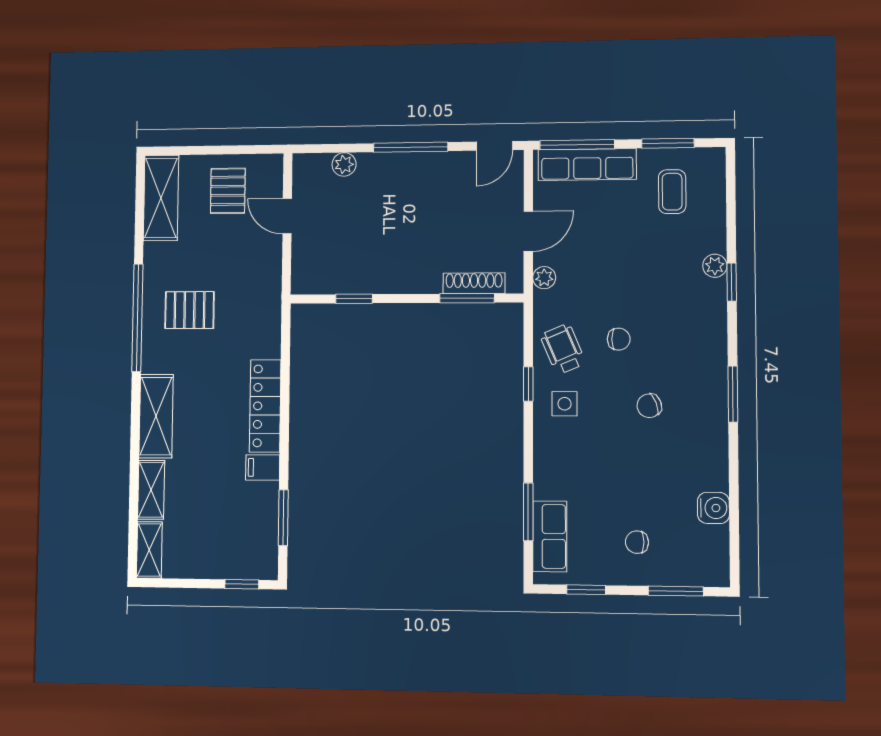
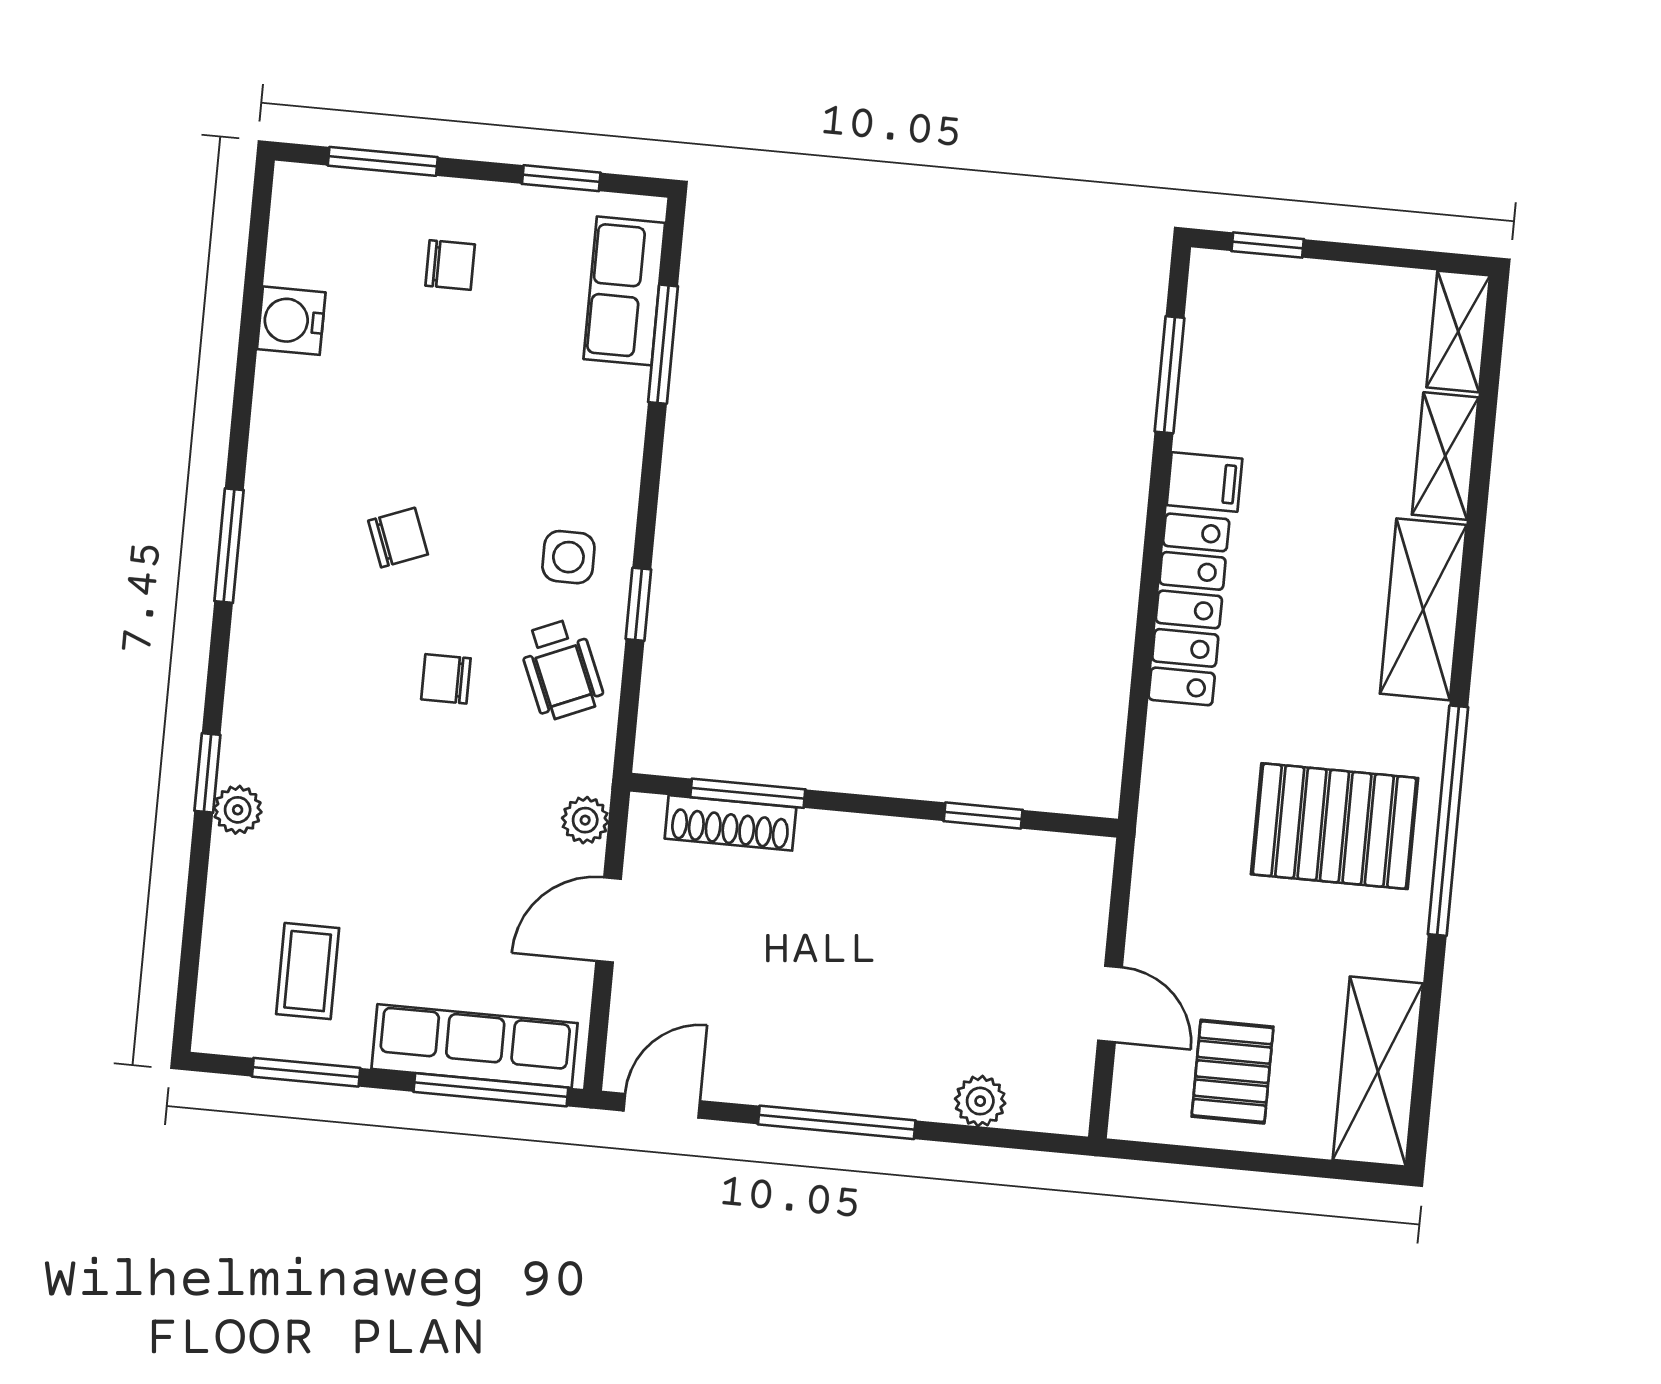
pallet: (189, 310) -> (1335, 826), width x1.50, depth x1.42

